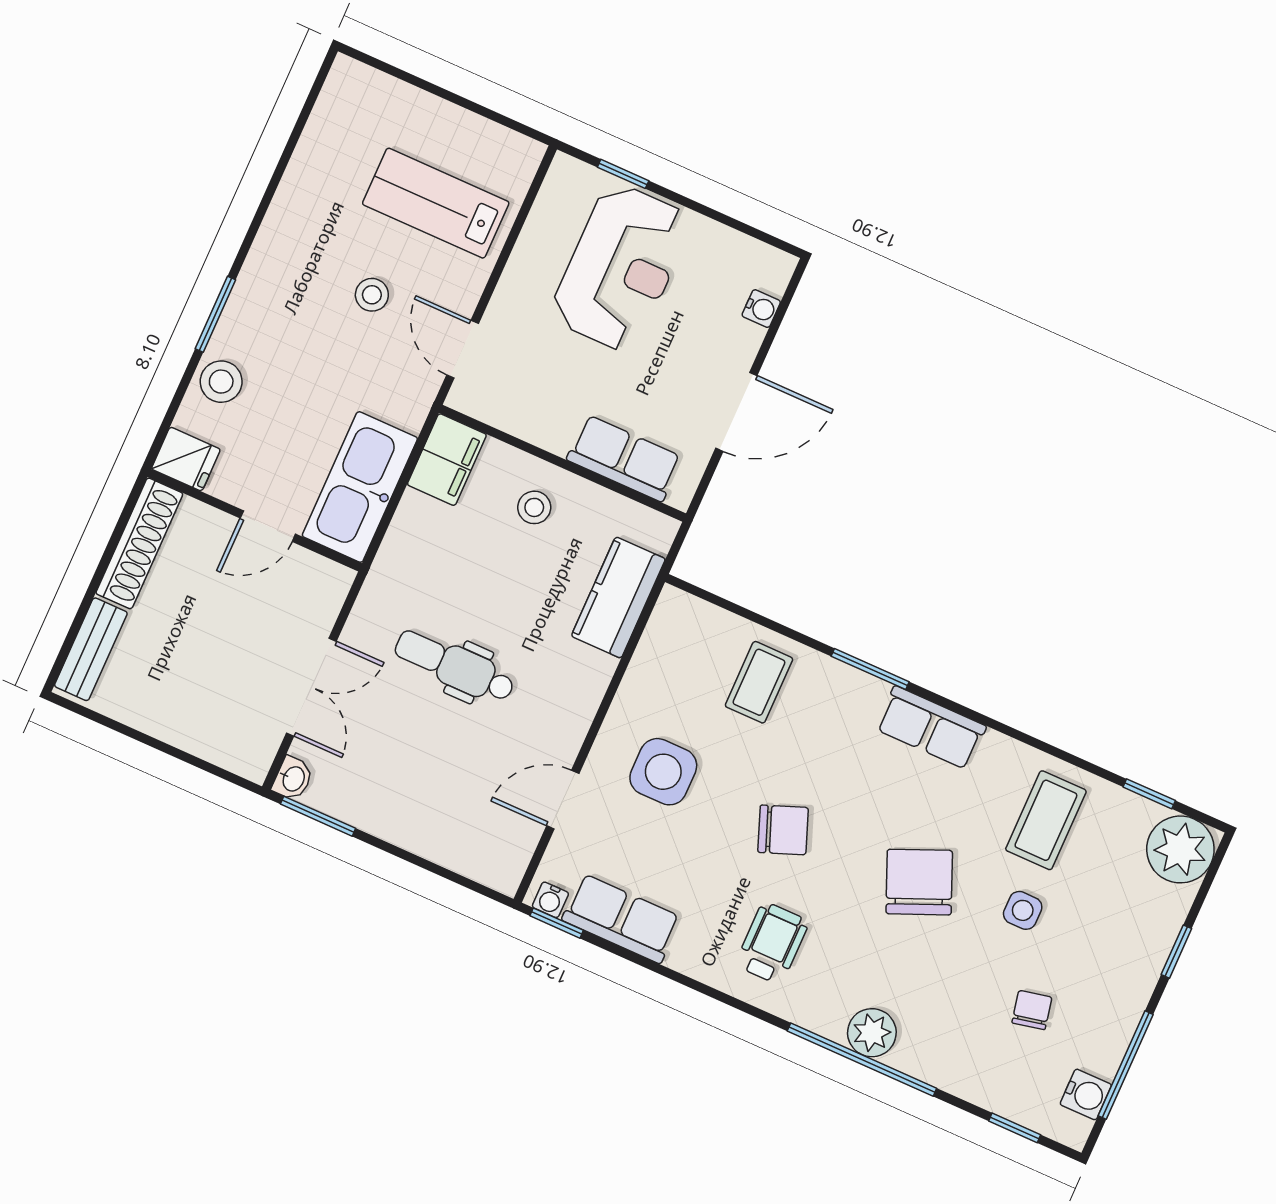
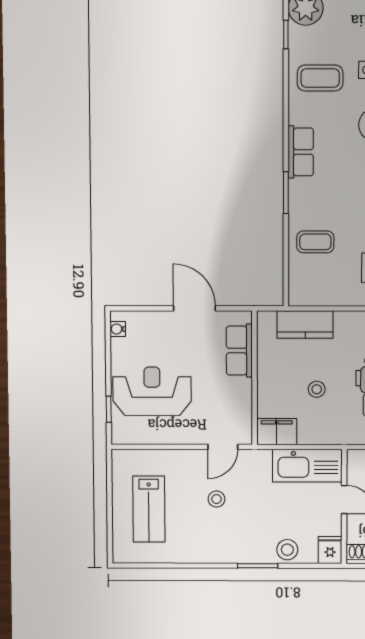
lab bench: (436, 203) -> (149, 509), moved
water cooler: (761, 309) -> (118, 329), moved, turned -90
stool: (534, 507) -> (317, 389), moved

